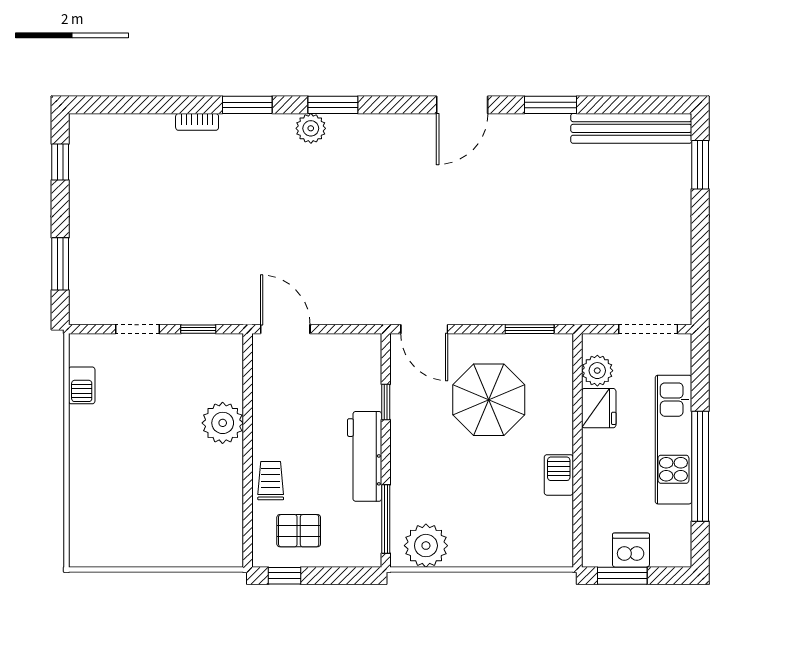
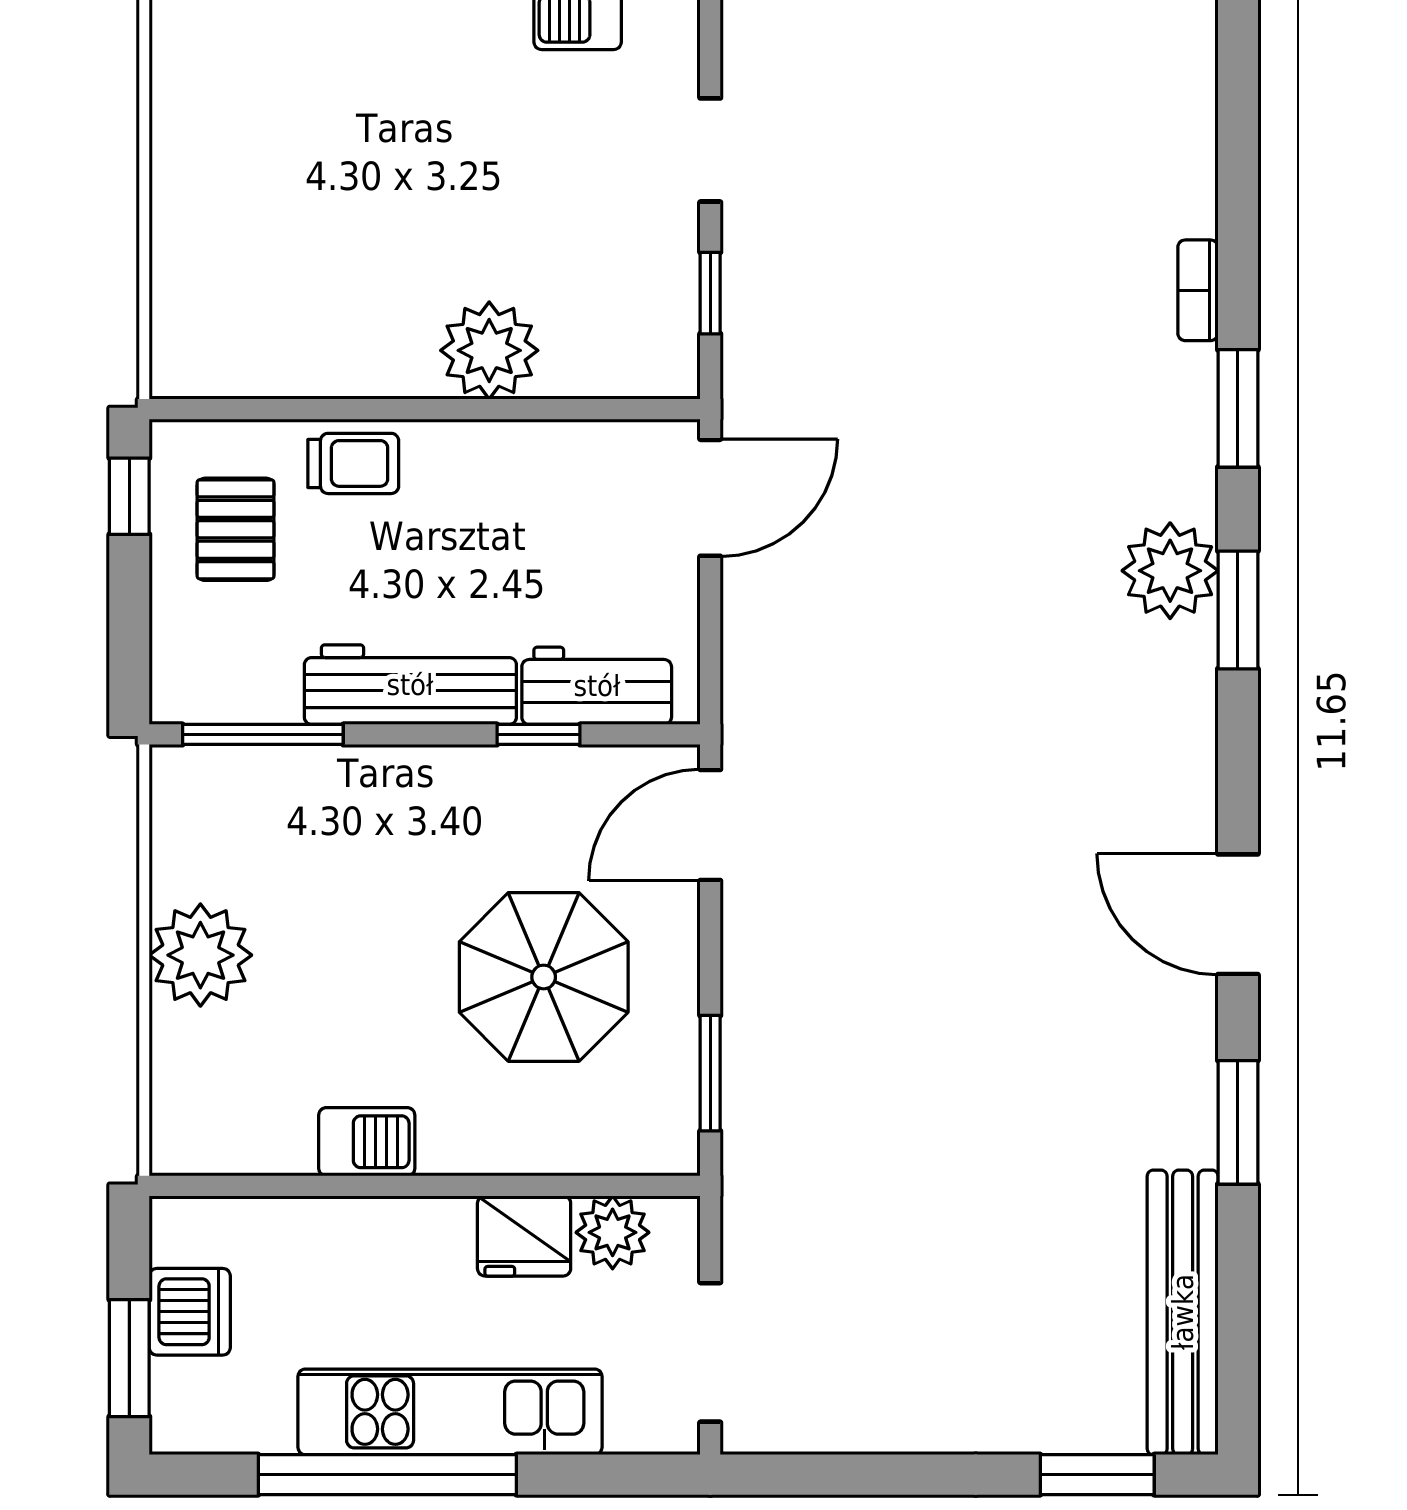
plant: (311, 128) -> (1170, 571), width x1.36, depth x1.36
workbench: (365, 377) -> (597, 686), added
plant: (426, 546) -> (200, 955), moved
window: (622, 576) -> (129, 1358), moved

